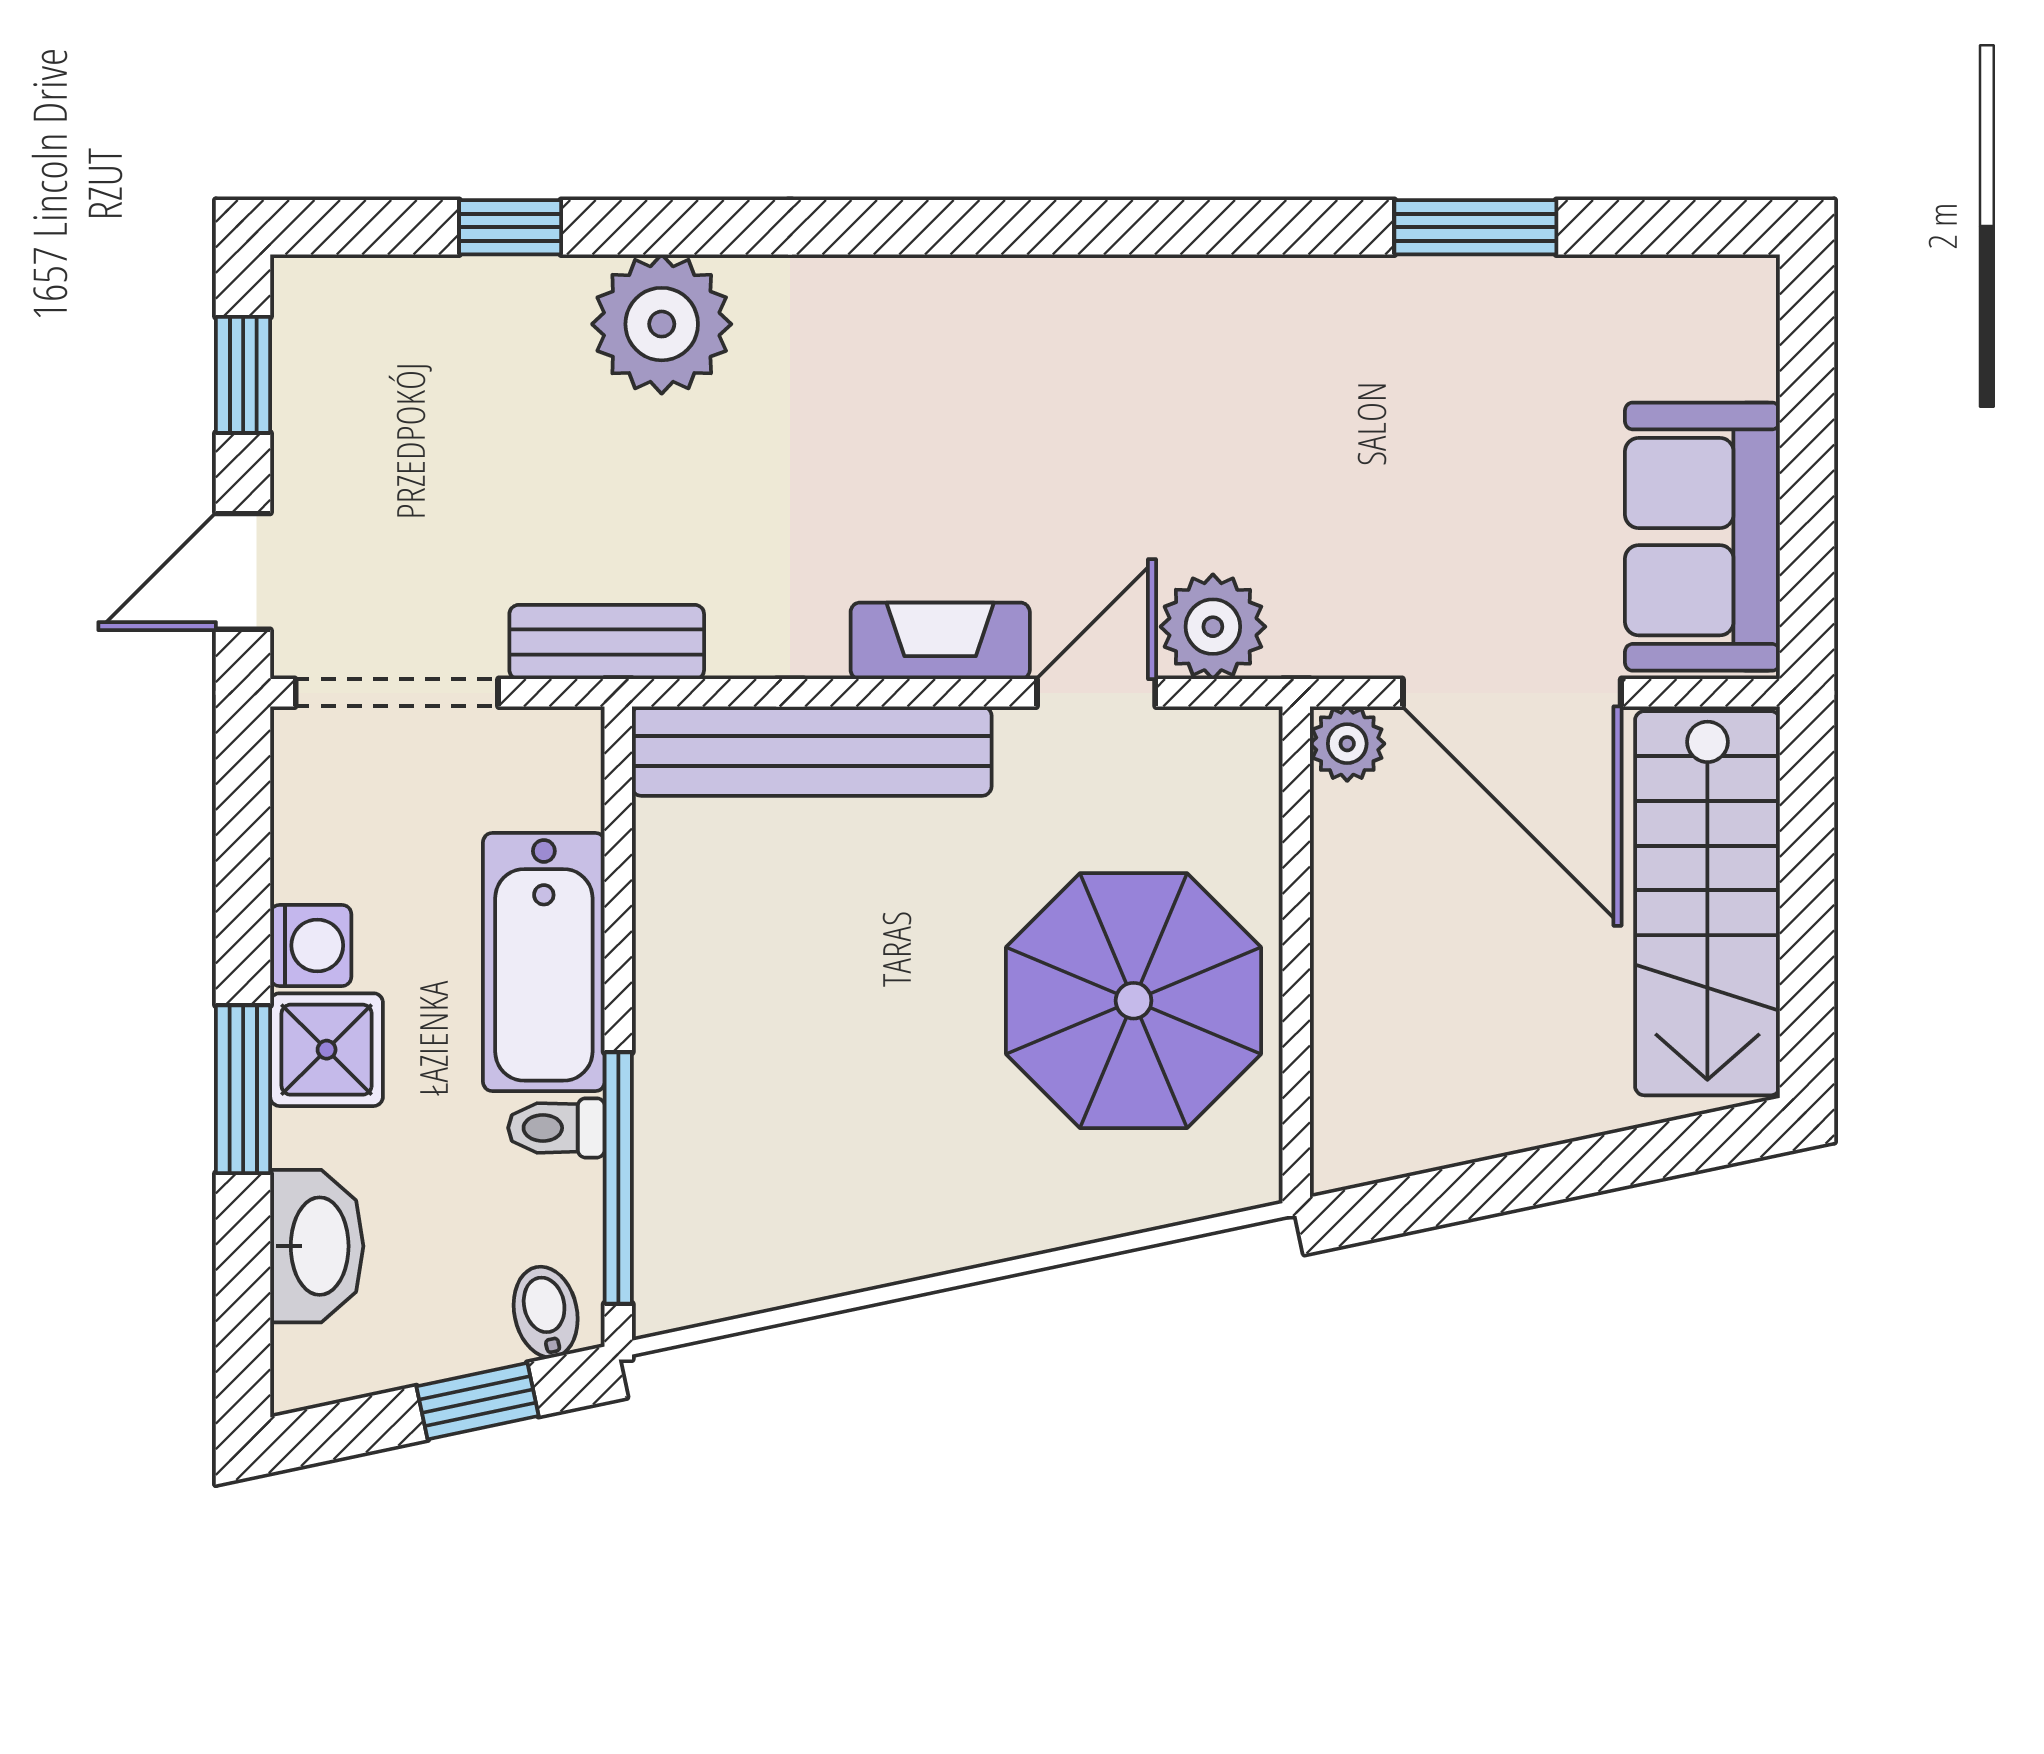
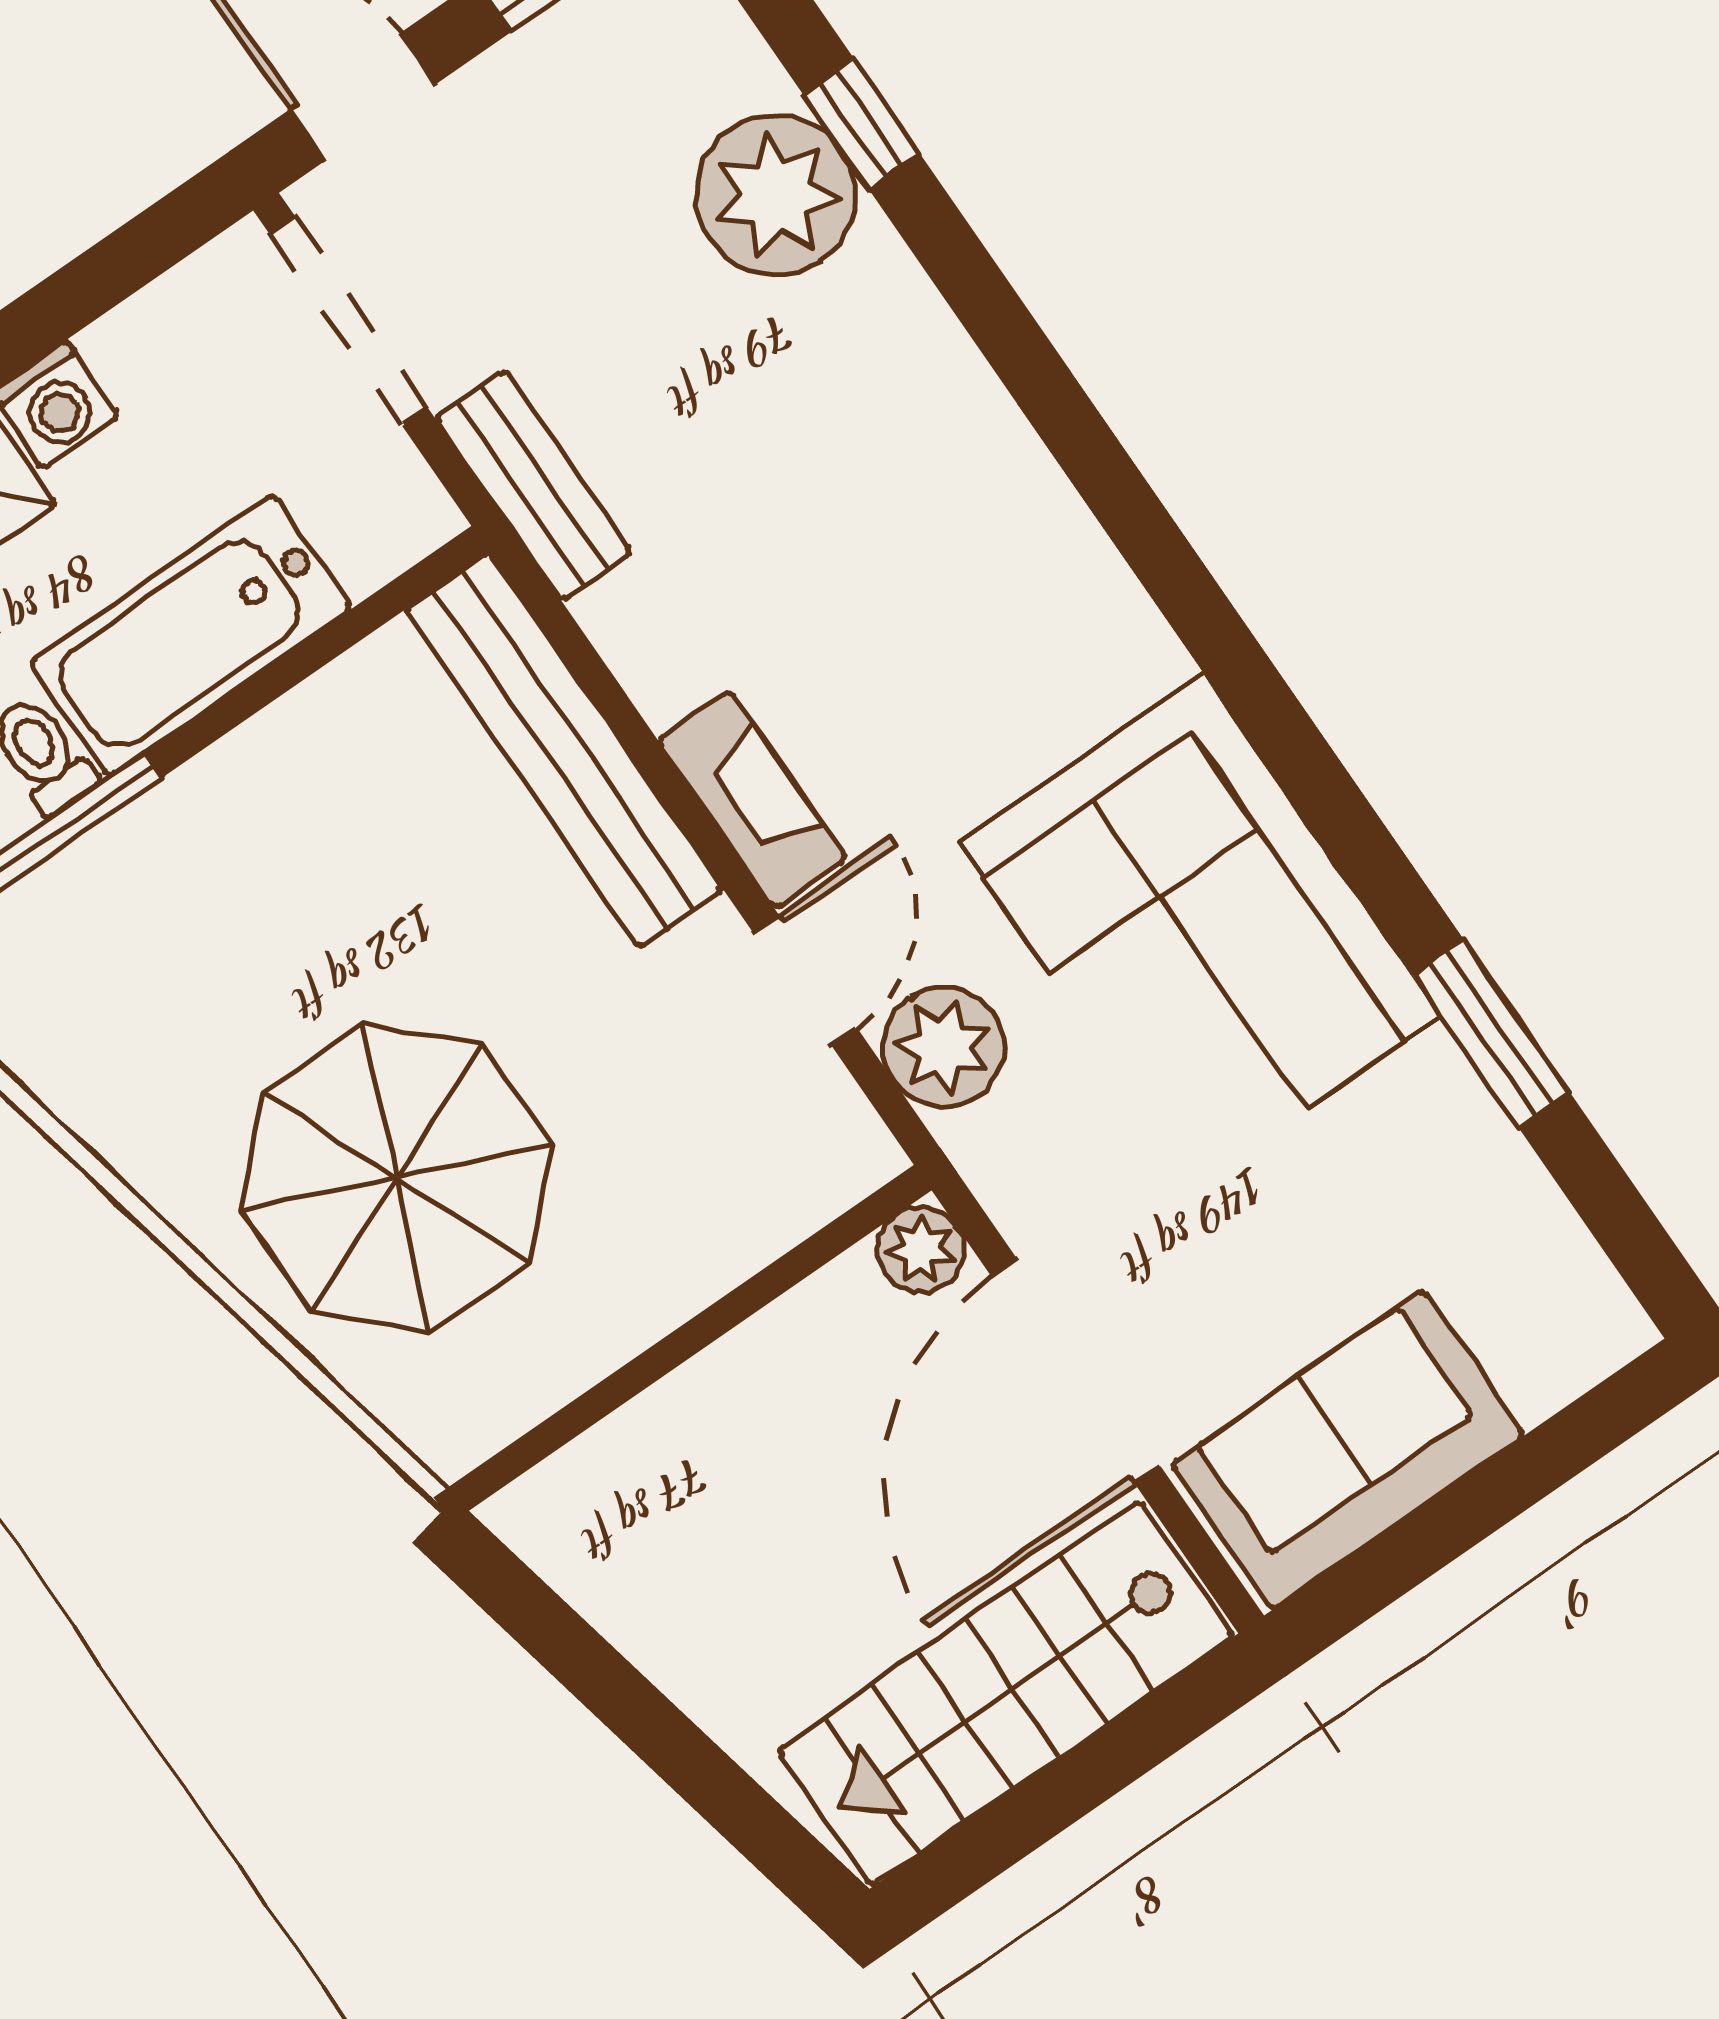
plant: (662, 324) -> (776, 195), moved
corner sofa: (1256, 384) -> (1200, 930), added
door: (1096, 693) -> (805, 980), hinge flipped
parasol: (1134, 1001) -> (397, 1178), moved

